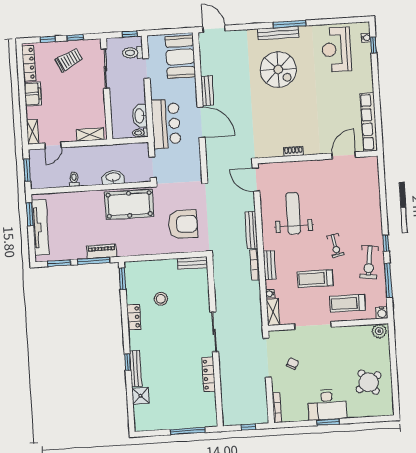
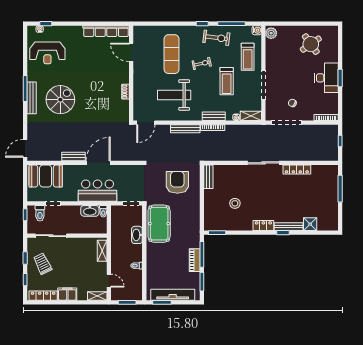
exercise mat: (345, 207) -> (172, 54), added
piano: (102, 251) -> (195, 260), moved
locker: (134, 317) -> (263, 225), moved

